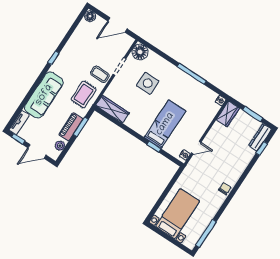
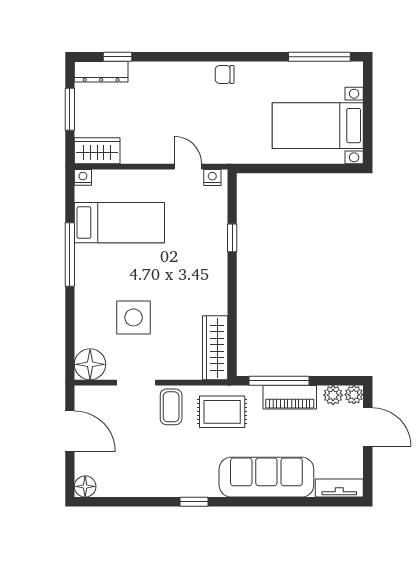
bed: (165, 124) -> (119, 223), moved, turned 180
window: (81, 127) -> (279, 381), width x1.44
window: (18, 139) -> (368, 472), removed
plant: (54, 155) -> (354, 395), added

